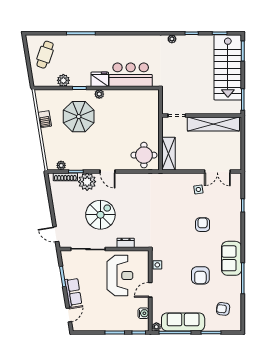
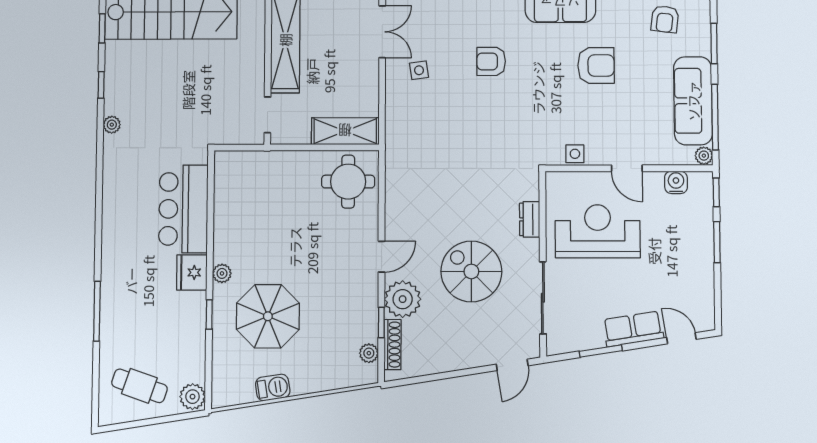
plant: (63, 80) -> (193, 397), moved

